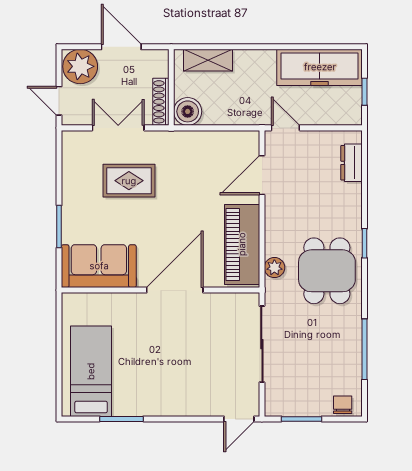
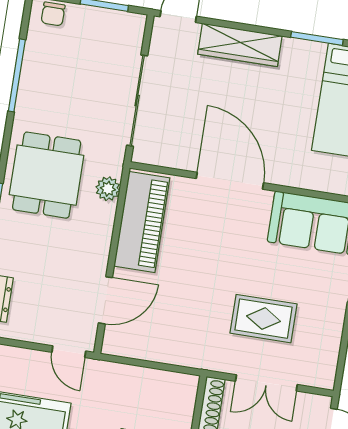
boiler: (188, 111) -> (181, 389), removed
door: (175, 290) -> (230, 181), swing flipped
wardrobe: (184, 404) -> (240, 45), added

